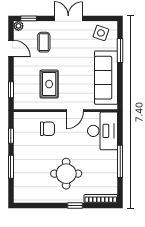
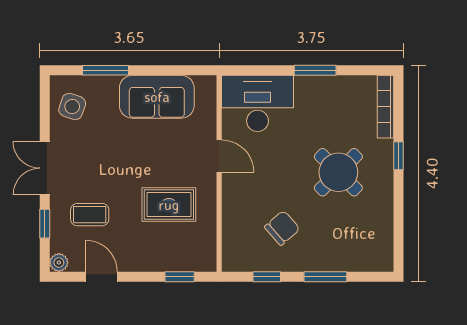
window: (29, 18) -> (45, 224), moved
door: (11, 48) -> (102, 277), hinge flipped
sofa: (106, 78) -> (157, 97), width x0.73
chair: (47, 129) -> (282, 228), moved, turned 49
window: (120, 161) -> (315, 70), width x0.69
round table: (66, 174) -> (338, 172), turned 45

